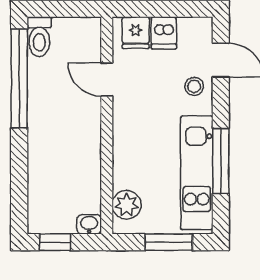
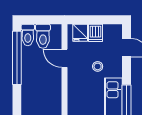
toilet: (67, 39) -> (43, 36), added
stool: (194, 86) -> (98, 66), moved

